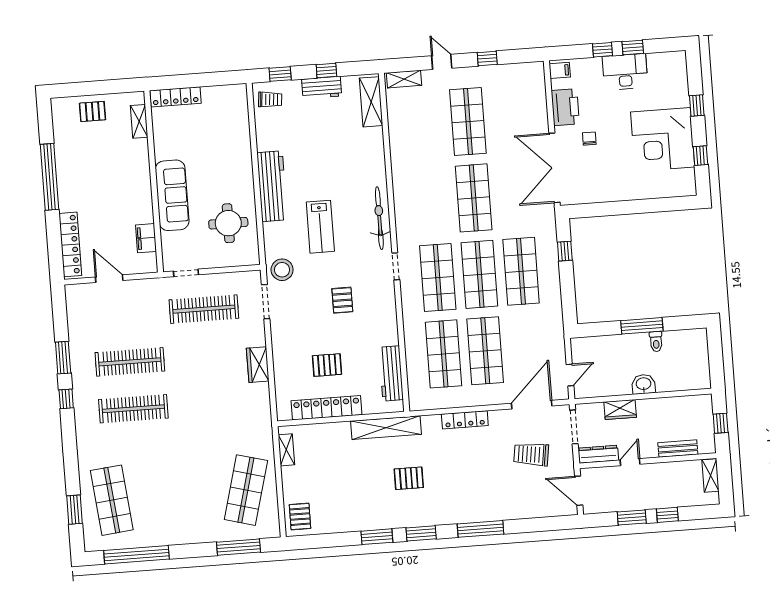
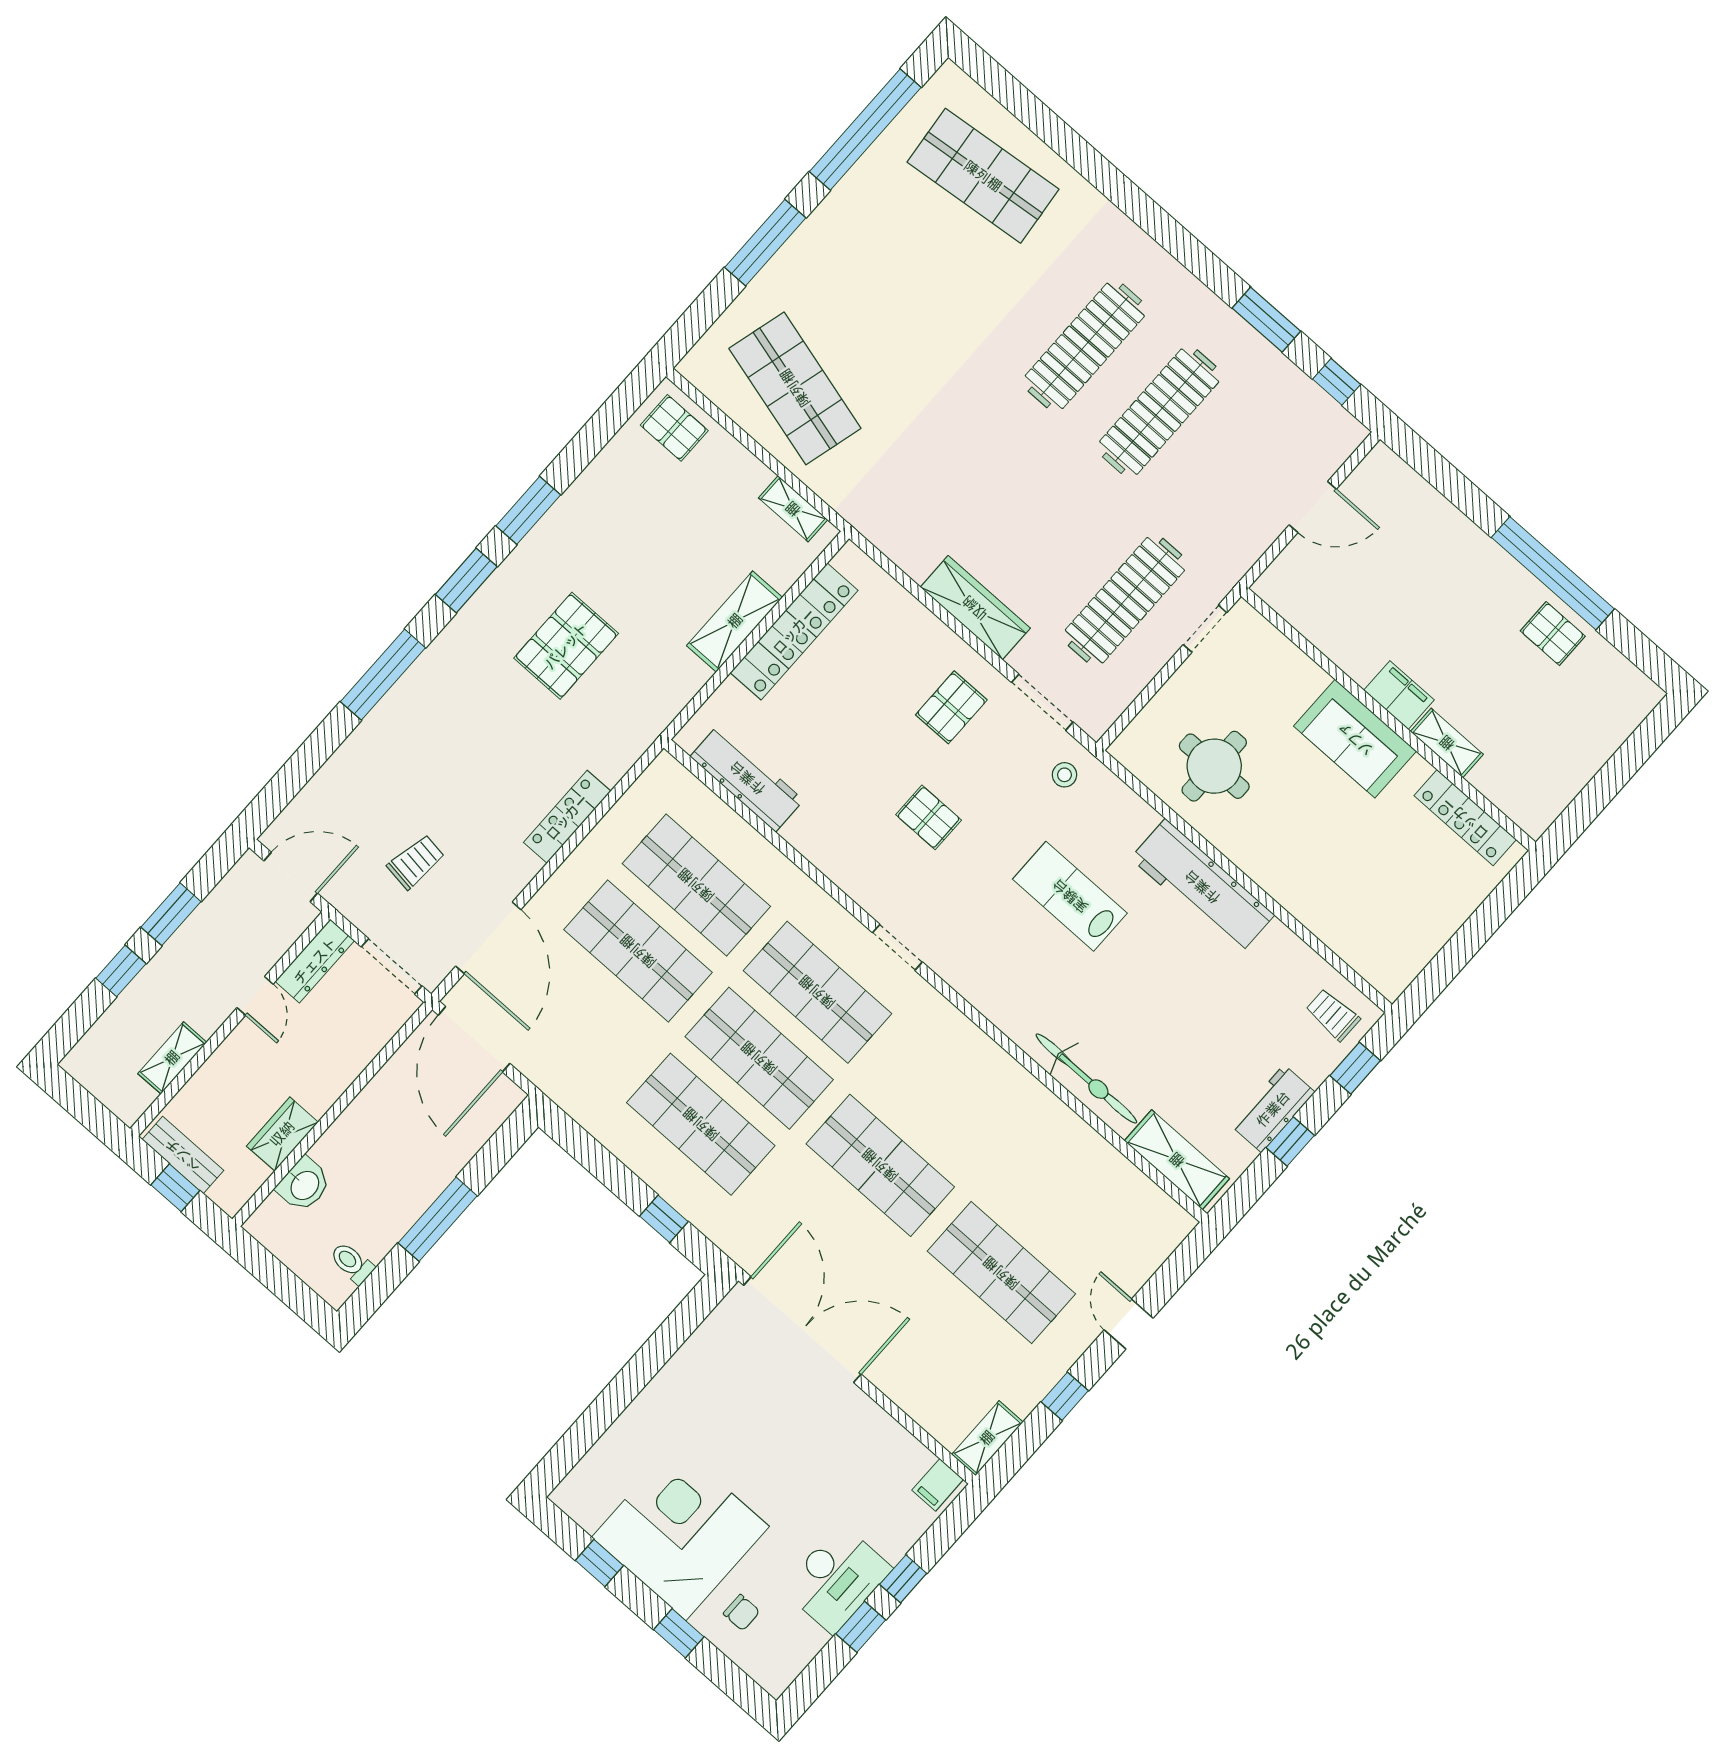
door: (442, 62) -> (1129, 1324), swing flipped
shelving: (404, 79) -> (987, 1438), moved
locker: (175, 97) -> (1465, 818), moved, turned -90
trolley: (270, 100) -> (1333, 1015), turned 85
printer: (565, 107) -> (875, 1437), removed
pallet: (92, 111) -> (1553, 634), moved, turned 90
shelving: (139, 121) -> (1447, 743), moved
chair: (589, 139) -> (742, 1613), moved
sofa: (172, 195) -> (1355, 739), width x0.73
bicycle: (379, 218) -> (1086, 1078), moved
filing cabinet: (146, 238) -> (1399, 695), moved
locker: (70, 244) -> (1422, 502), removed
stool: (282, 270) -> (1064, 775), width x0.53, depth x0.53
toilet: (656, 342) -> (352, 1263), moved
wardrobe: (258, 365) -> (975, 608), width x1.50
pallet: (327, 365) -> (951, 707), moved
door: (570, 375) -> (474, 1039), width x1.87
washbasin: (644, 384) -> (304, 1185), moved
window: (66, 399) -> (1337, 382), moved
wardrobe: (620, 410) -> (282, 1134), moved
shelving: (386, 428) -> (735, 621), moved, width x0.68
bench: (678, 449) -> (183, 1155), moved, turned 90
trolley: (531, 454) -> (416, 862), width x0.73, depth x0.72
shelving: (710, 476) -> (172, 1058), moved, turned 90
pallet: (409, 478) -> (566, 646), width x1.50, depth x1.42
window: (74, 510) -> (1026, 107), removed
window: (239, 547) -> (765, 243), moved

